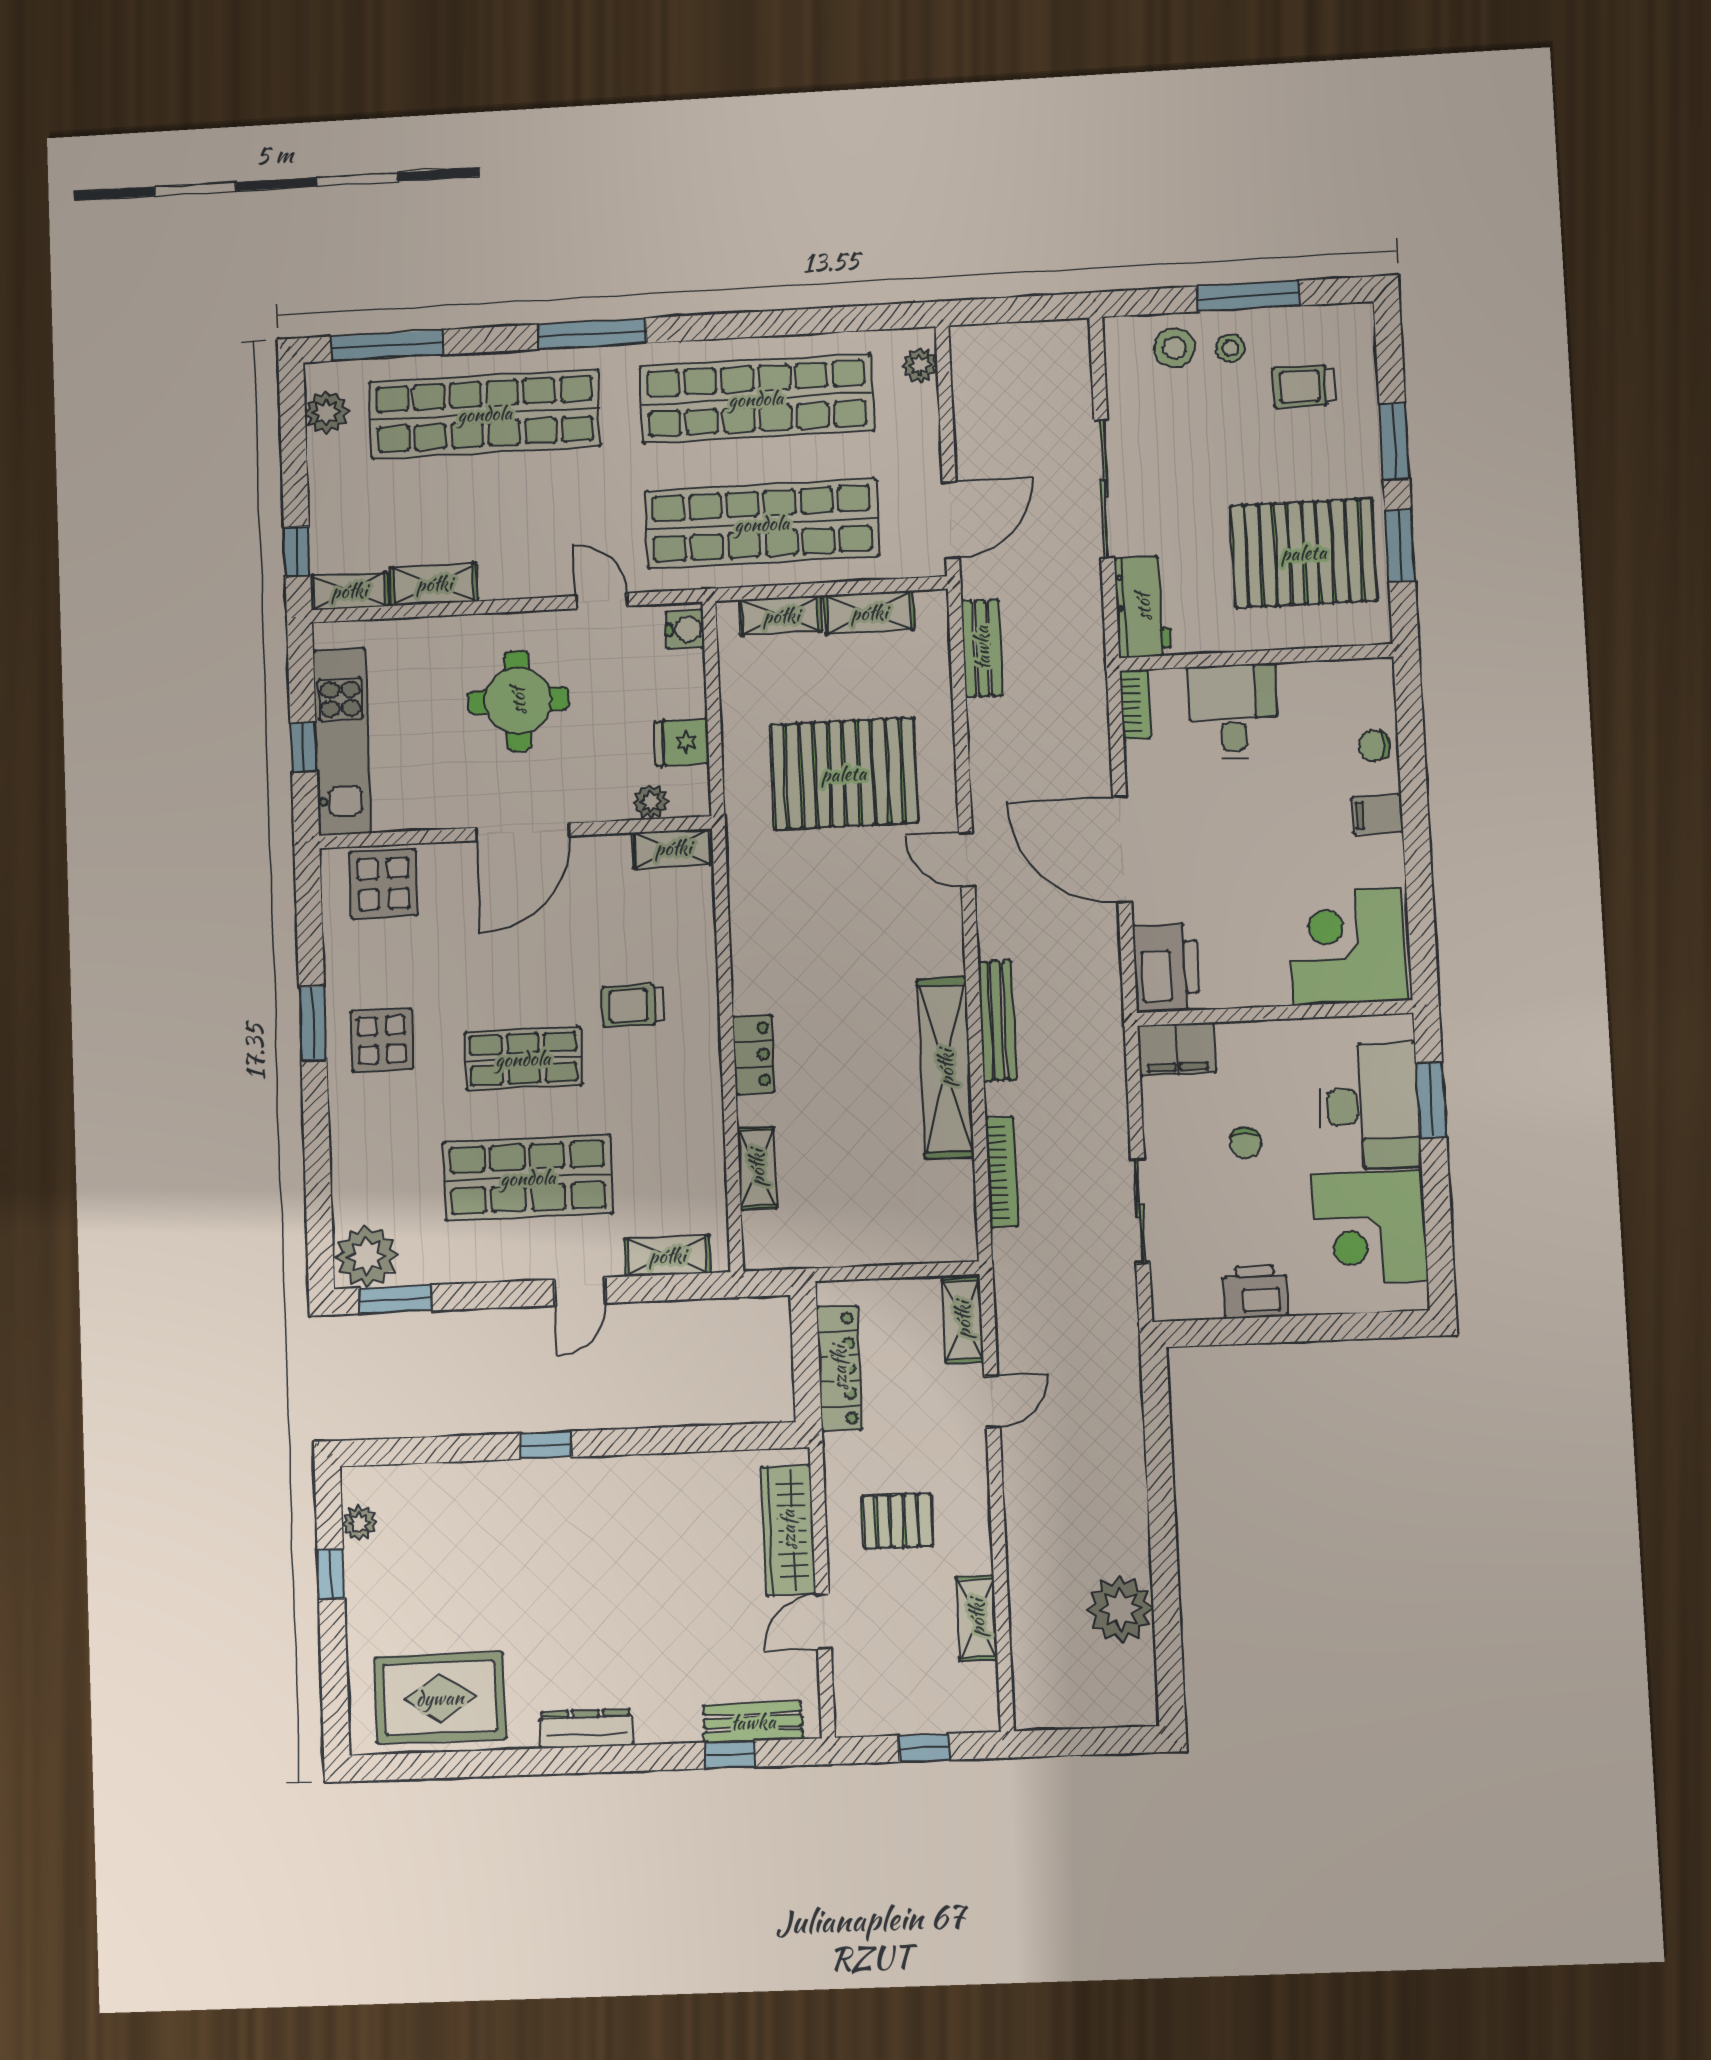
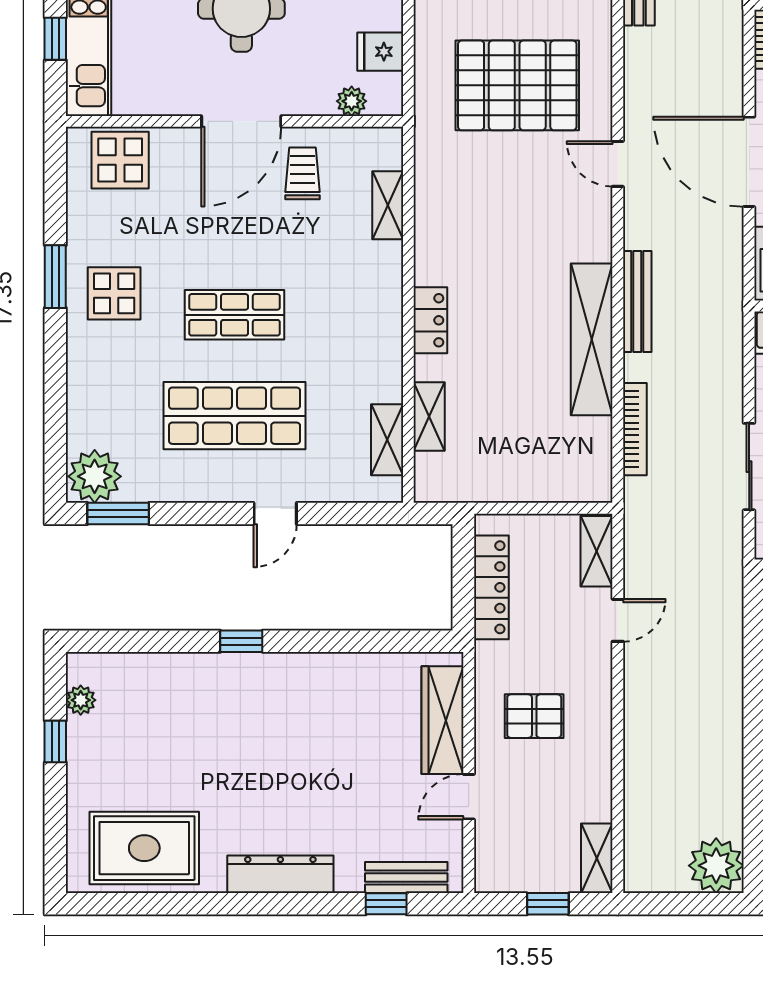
shelving: (673, 848) -> (388, 205), moved, turned 90
trolley: (633, 1005) -> (302, 173), moved, turned 90
shelving: (667, 1256) -> (387, 440), moved, turned 90
plant: (1120, 1609) -> (716, 866), moved
shelving: (977, 1618) -> (597, 858), moved
dresser: (586, 1729) -> (280, 874), width x1.37, depth x1.24

